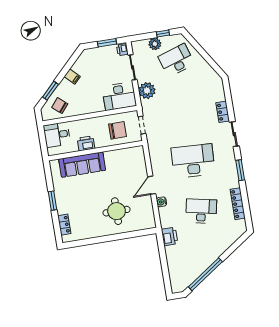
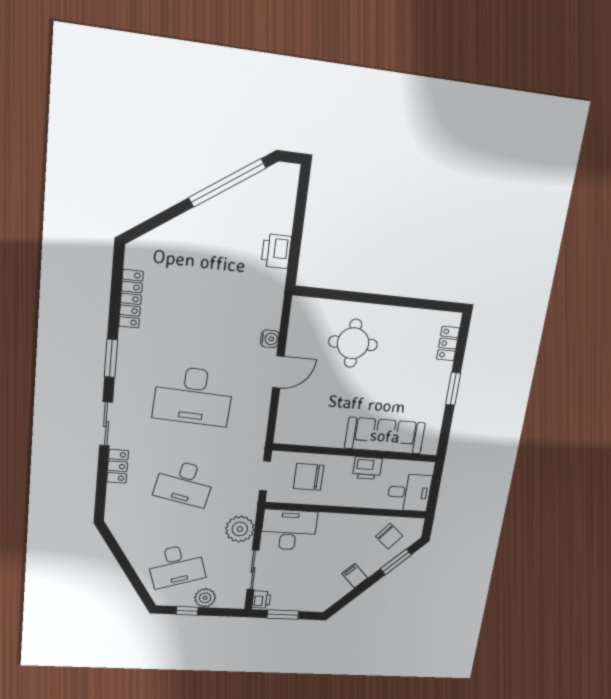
desk: (201, 211) -> (184, 483), moved
printer: (170, 236) -> (276, 251), moved

